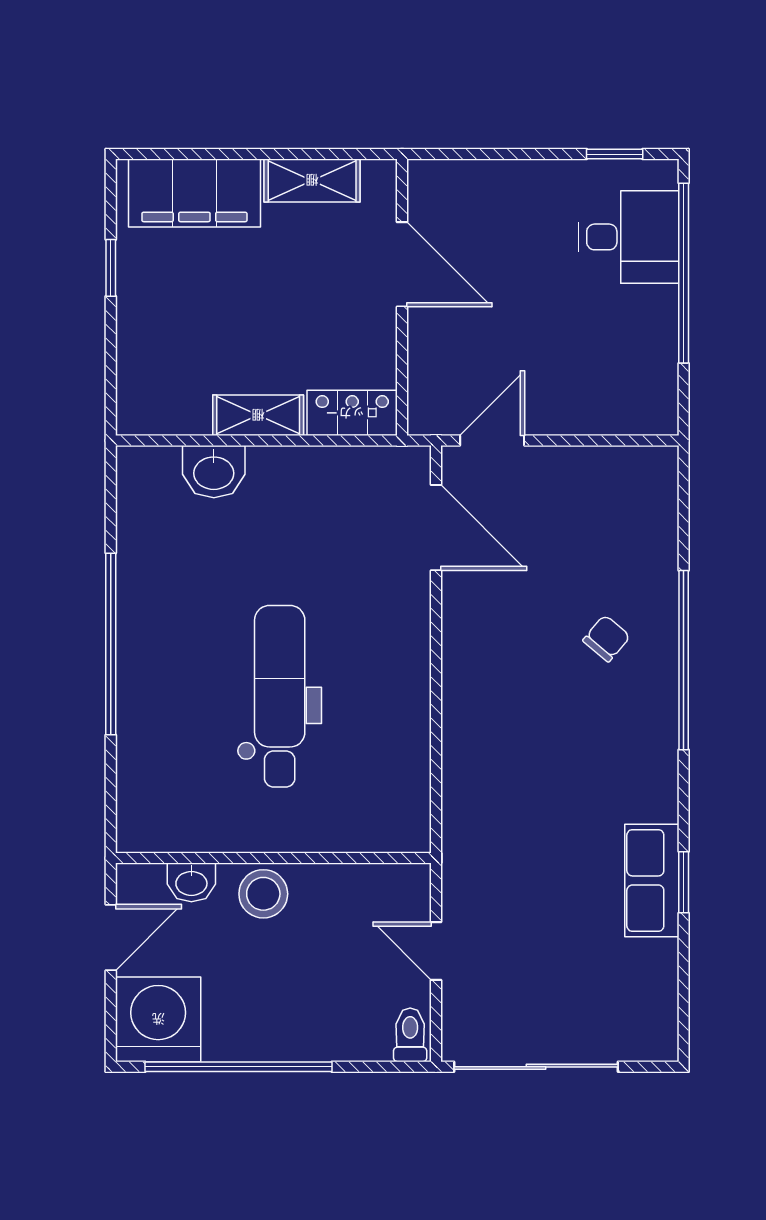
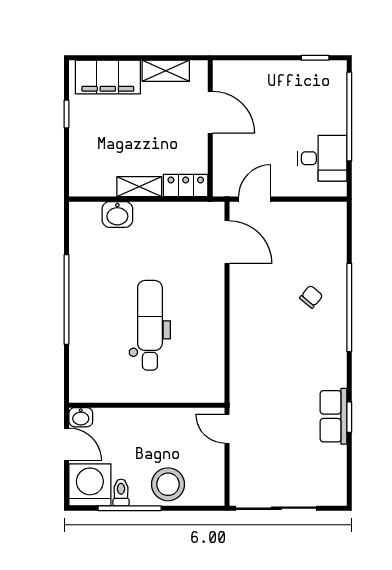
desk: (629, 237) -> (322, 158), moved
washbasin: (191, 882) -> (81, 417), moved
stool: (263, 894) -> (168, 484), moved, width x1.38, depth x1.38
door: (111, 937) -> (67, 444), hinge flipped
door: (436, 951) -> (227, 429), moved
toilet: (410, 1035) -> (121, 492), moved
window: (238, 1067) -> (130, 508), width x0.68

